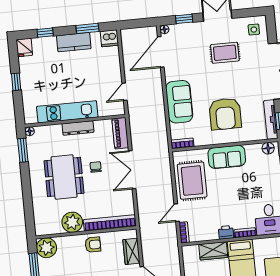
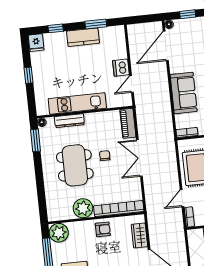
dishwasher: (109, 38) -> (121, 68), moved, turned 90
dresser: (78, 128) -> (69, 121), moved

